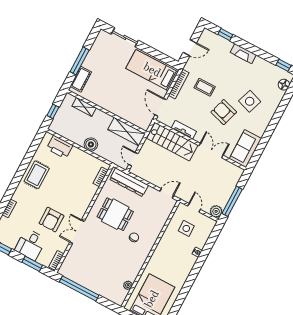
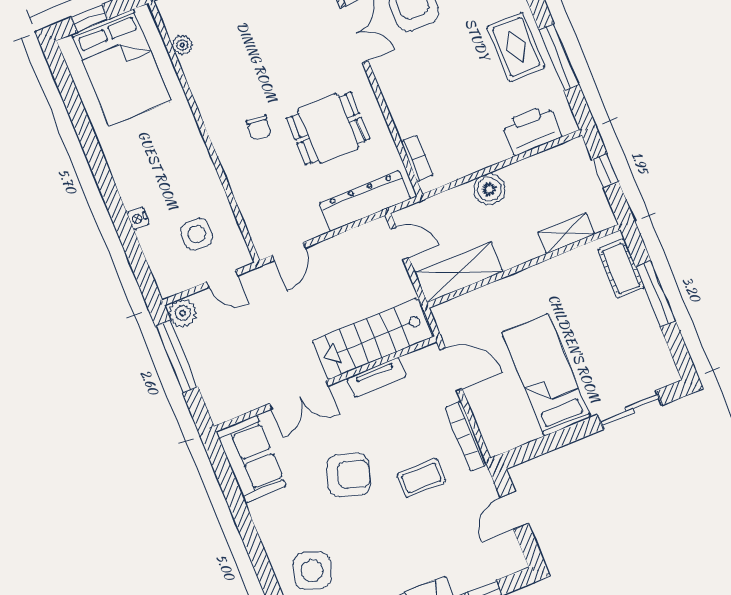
bed: (152, 70) -> (547, 375), moved, turned -90
side table: (250, 101) -> (312, 571), moved
window: (28, 158) -> (559, 57), added

